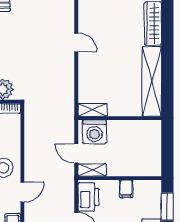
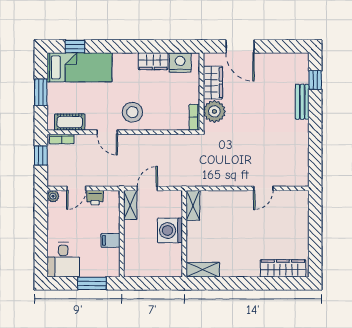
shelving: (152, 81) -> (203, 270), width x0.45, depth x0.75
washing machine: (94, 132) -> (170, 230), moved
printer: (88, 197) -> (95, 198), width x0.53, depth x0.68

